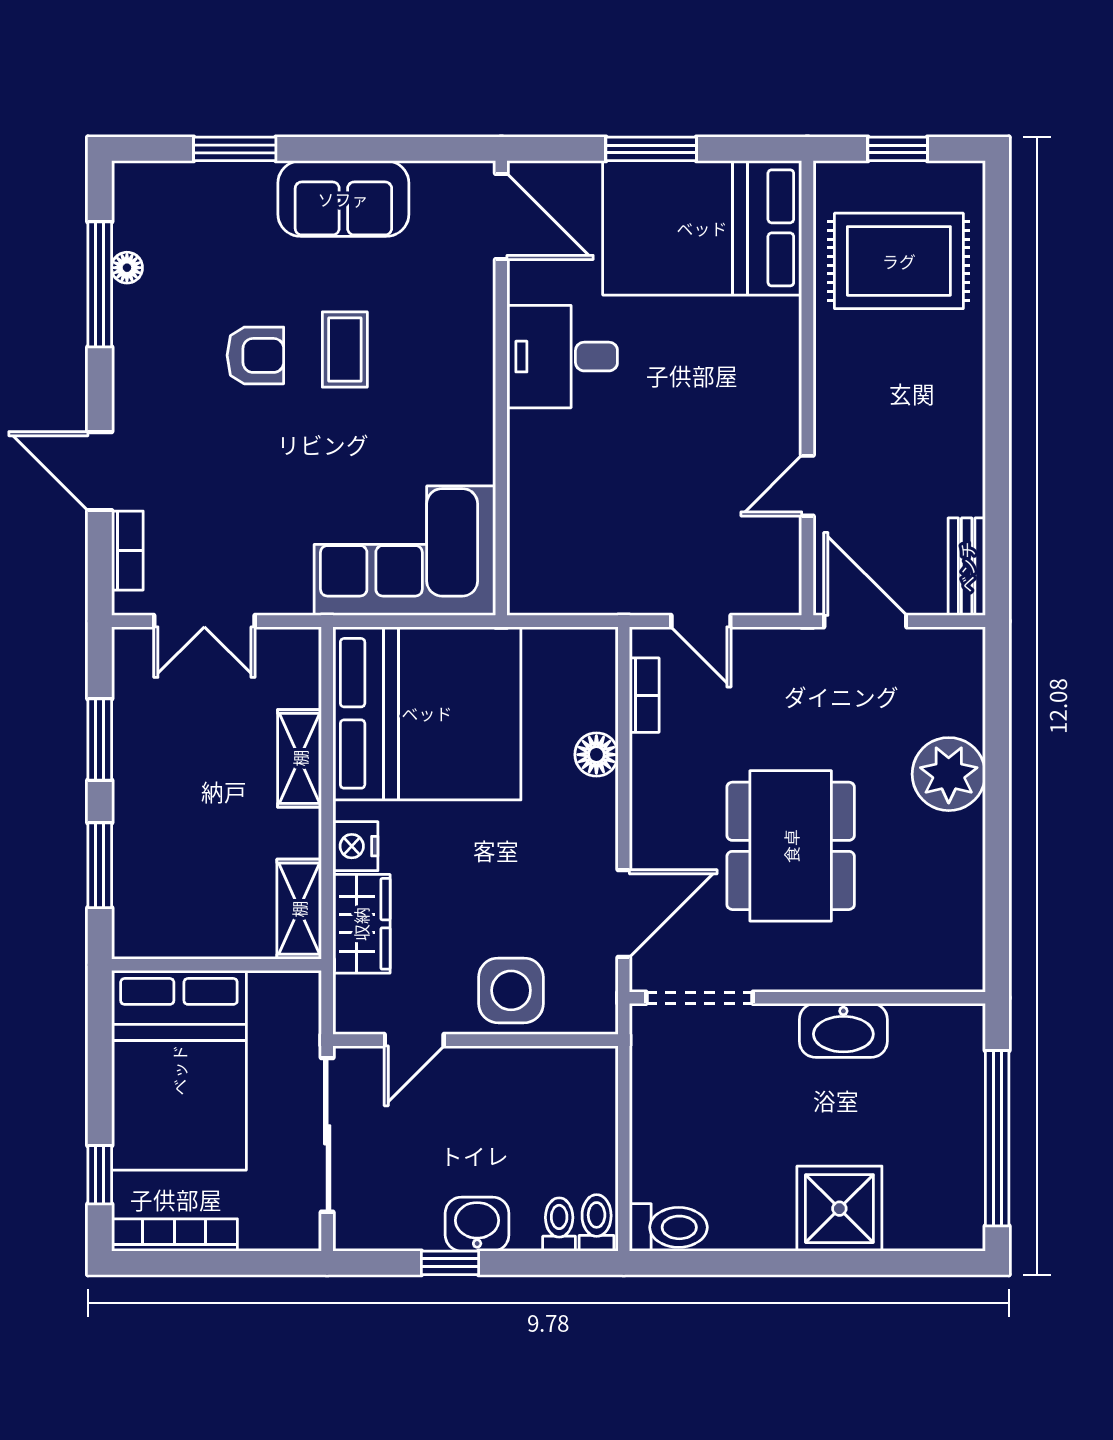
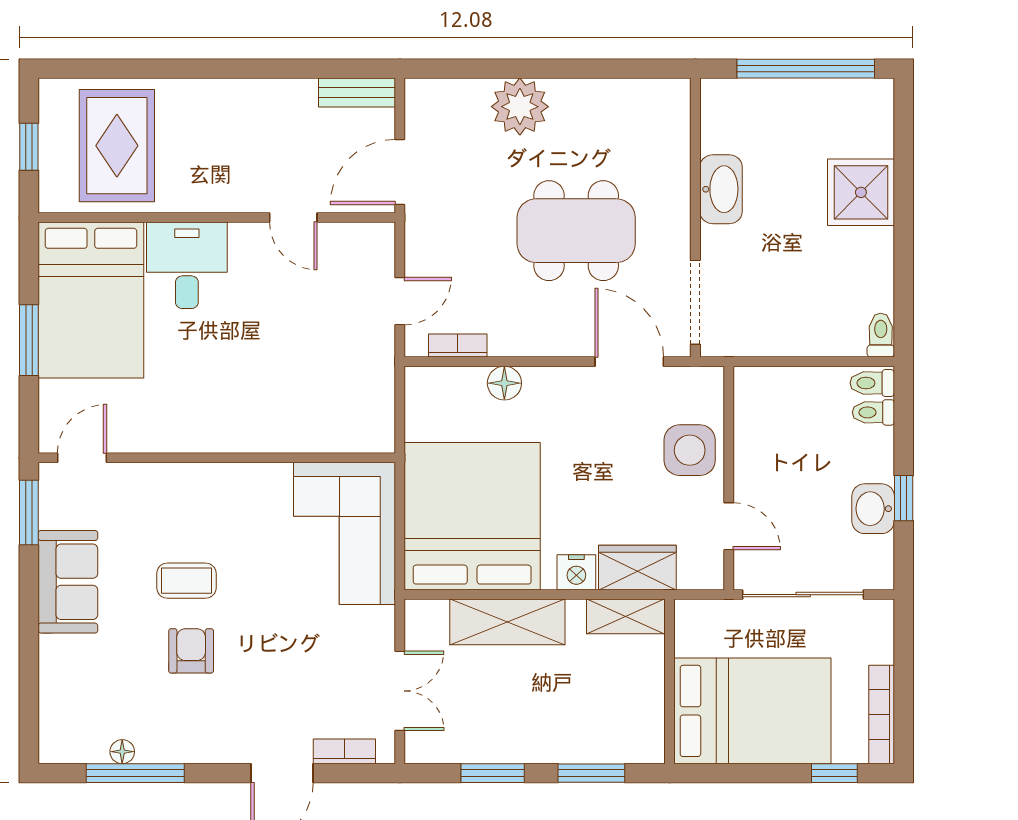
window: (235, 149) -> (29, 512), moved
door: (501, 217) -> (82, 458), width x0.73
desk: (562, 357) -> (187, 265), moved, turned 180
shelving: (300, 758) -> (507, 622), width x1.50, depth x1.33
washbasin: (477, 1224) -> (873, 509), moved
toilet: (668, 1227) -> (881, 335), width x0.73, depth x0.72

